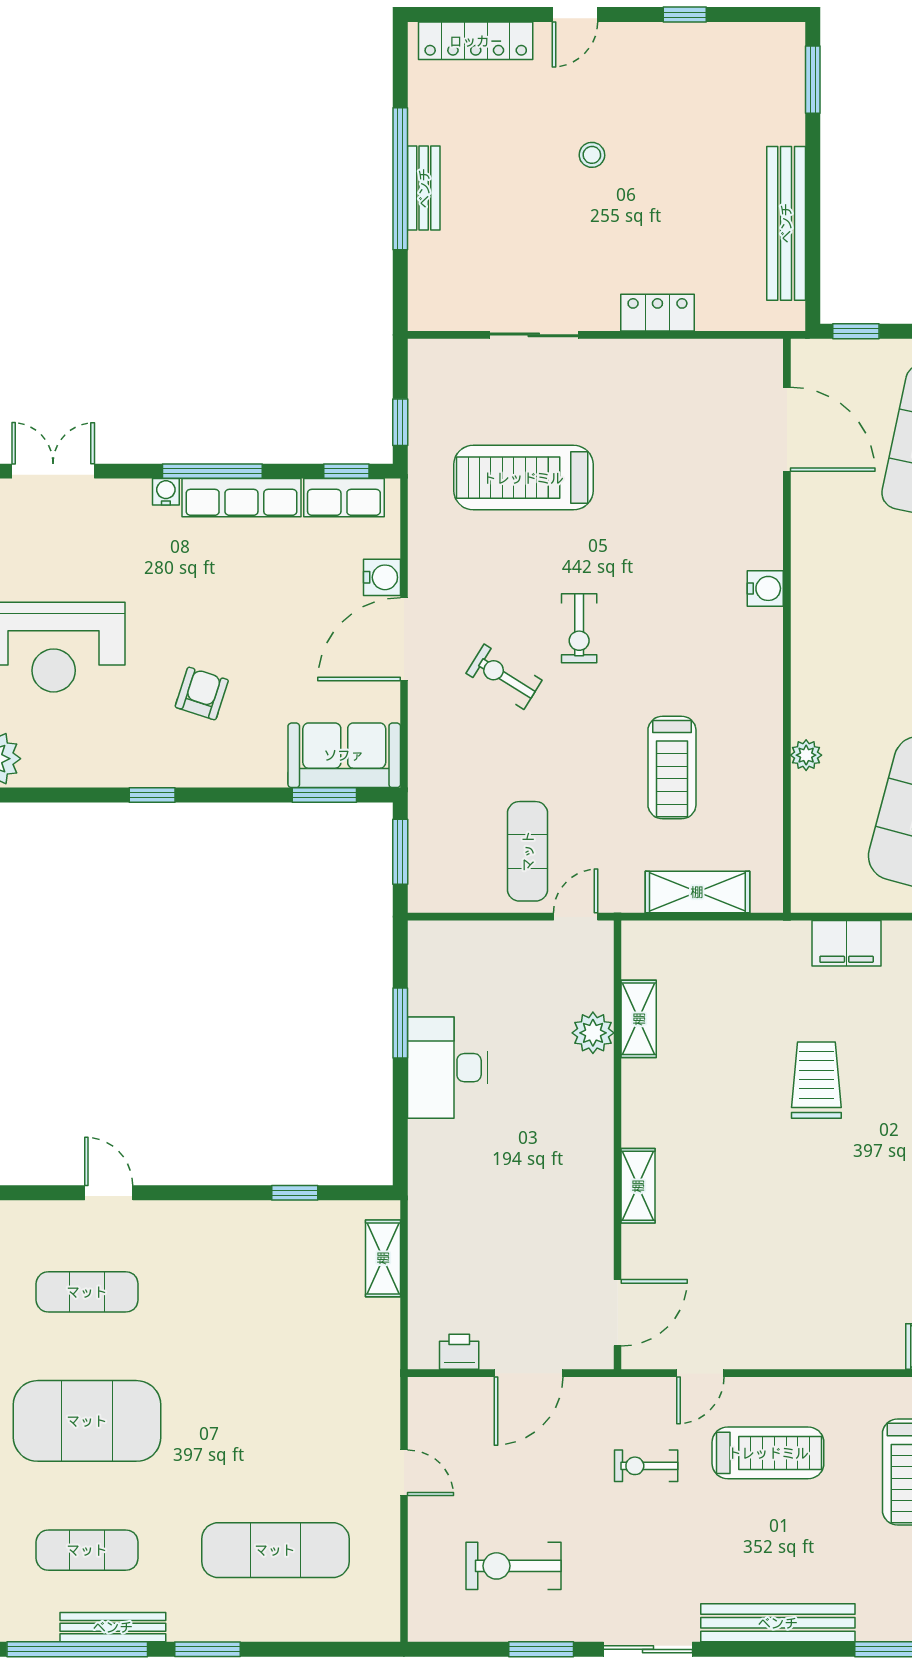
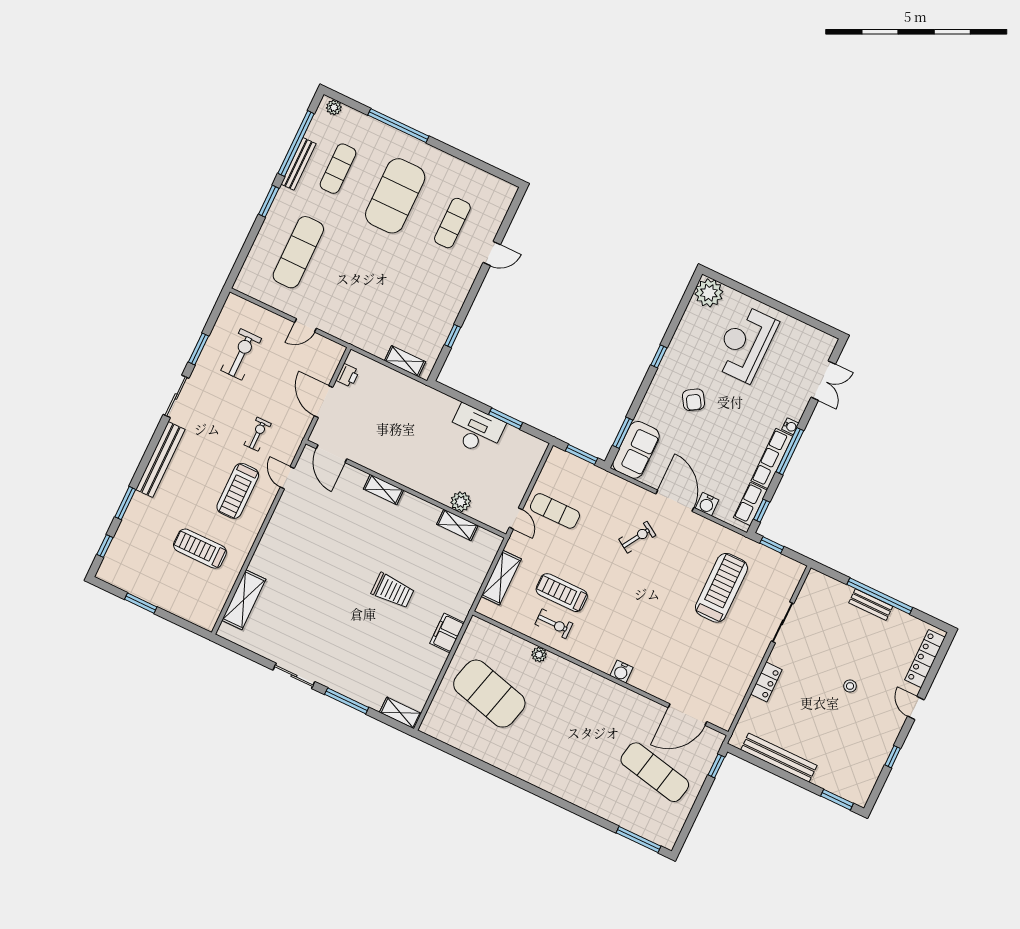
exercise bike: (579, 628) -> (554, 624), moved, turned 180
armchair: (202, 693) -> (693, 400), turned 40

